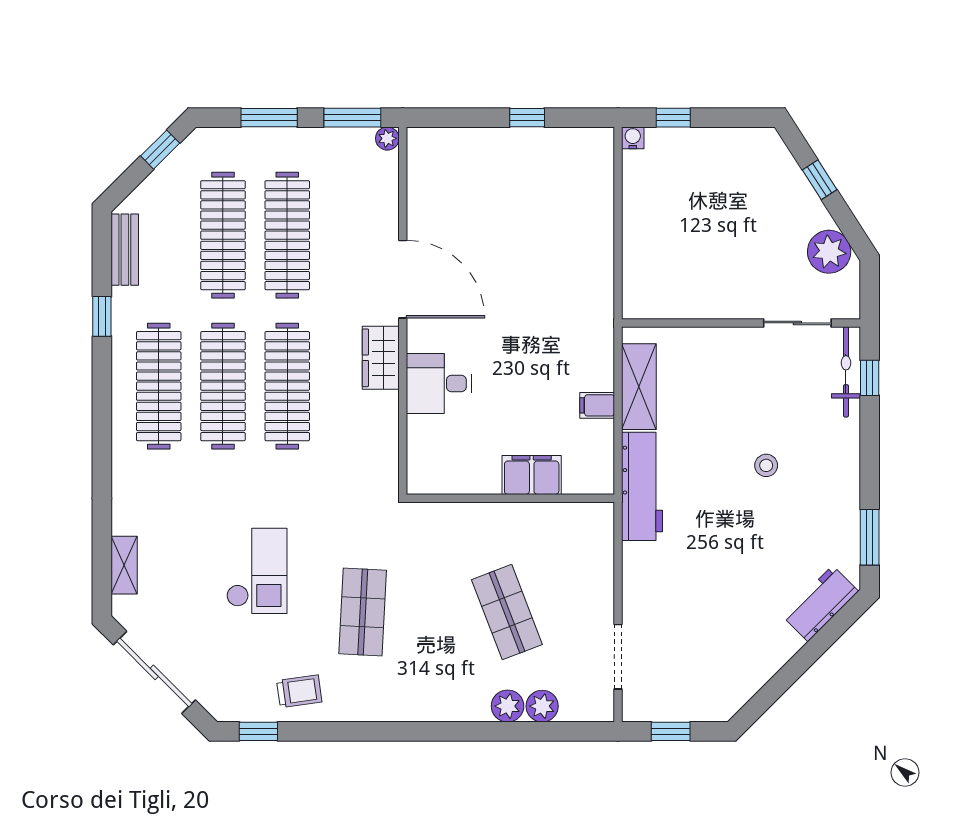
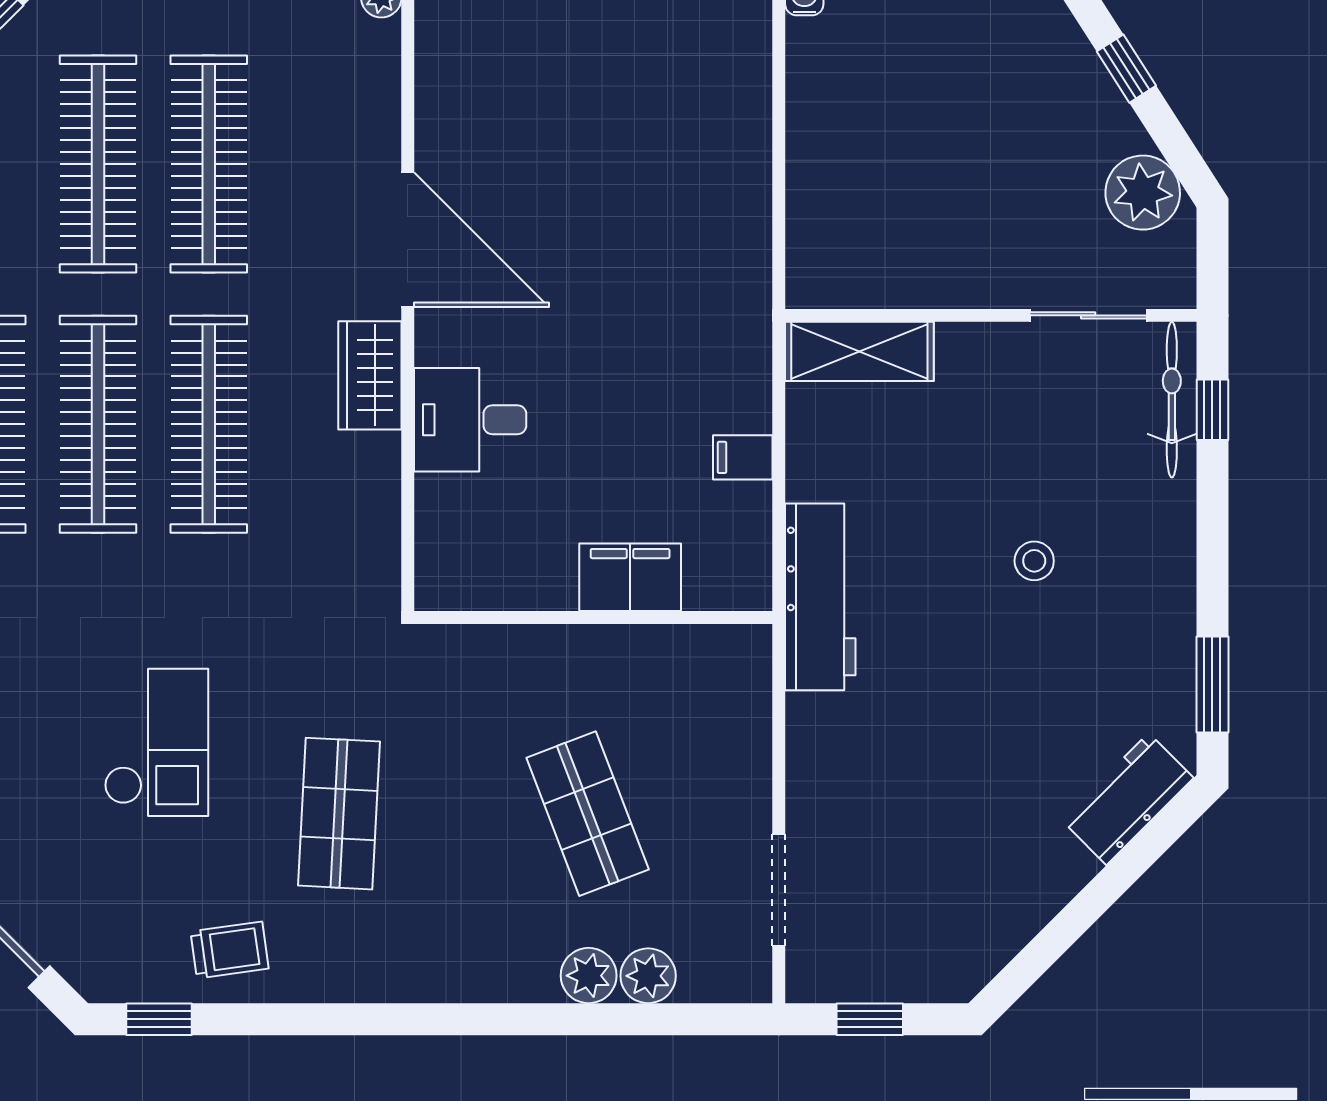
shelving: (639, 387) -> (859, 351), moved, turned 90

